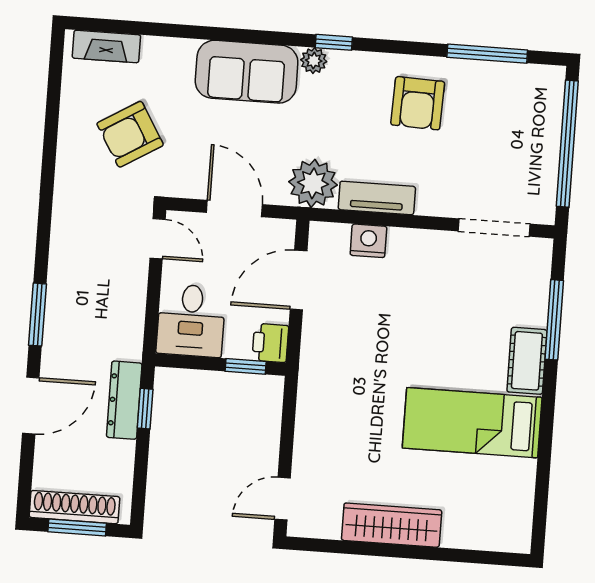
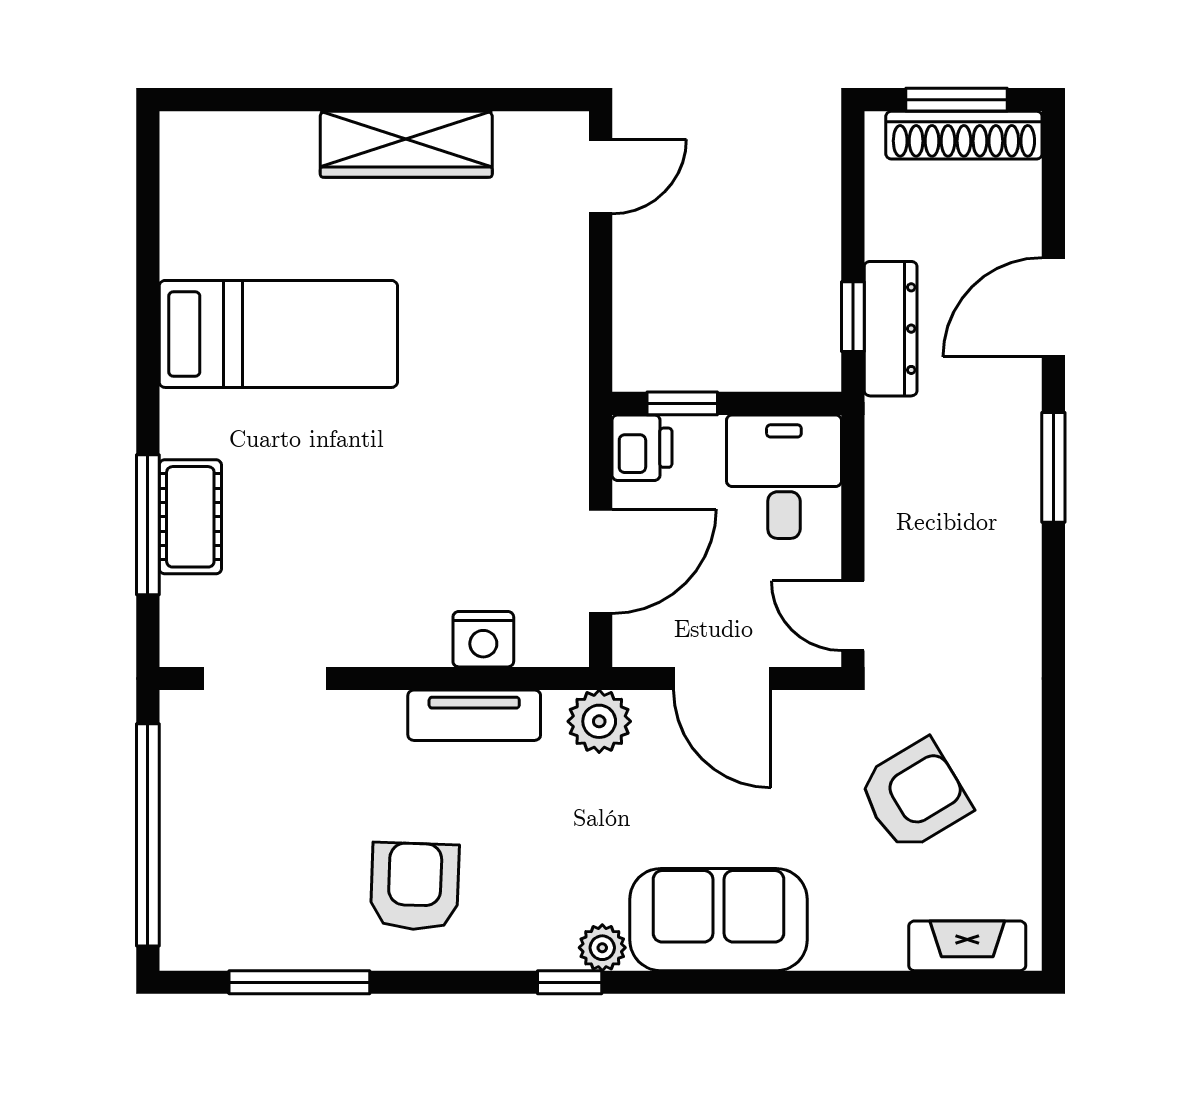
plant: (313, 183) -> (599, 721), width x0.73, depth x0.73
cot: (527, 361) -> (190, 517), moved

